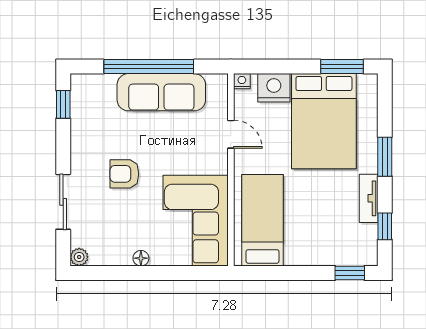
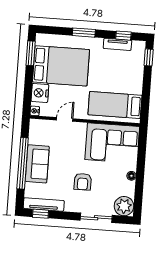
sofa: (161, 92) -> (37, 164), width x0.73
tv unit: (80, 109) -> (44, 204), added
tv unit: (369, 198) -> (117, 44), moved
plant: (79, 257) -> (124, 206), width x1.88, depth x1.88

